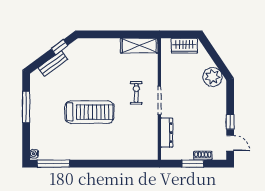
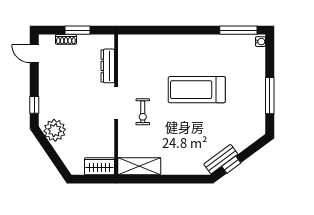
wardrobe: (184, 46) -> (99, 166), moved
bench: (53, 63) -> (221, 159), moved
window: (230, 122) -> (34, 105), moved

